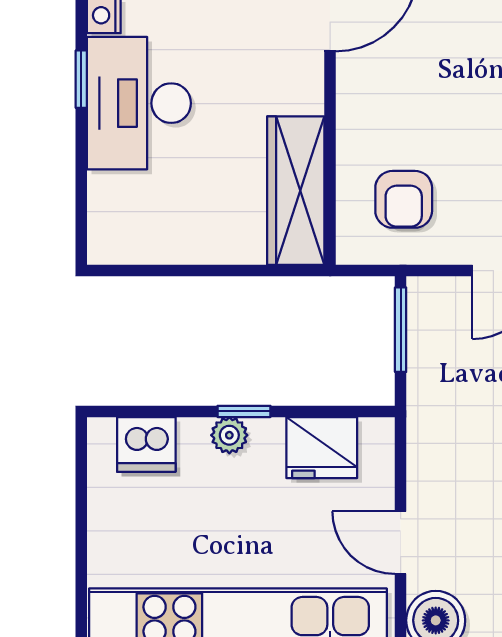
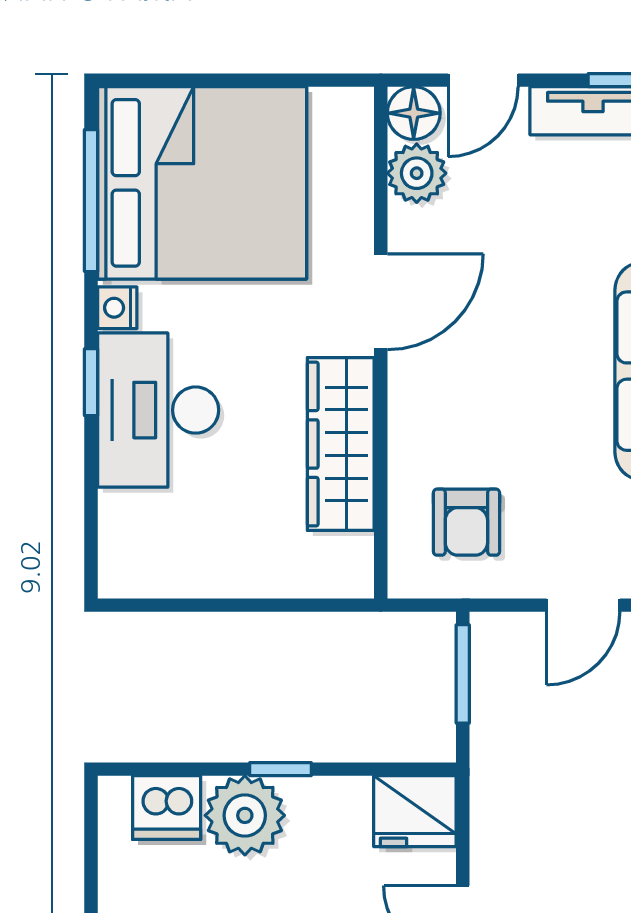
wardrobe: (296, 191) -> (341, 444), moved
plant: (229, 435) -> (245, 815), width x1.88, depth x1.88
fridge: (322, 448) -> (415, 811), moved

